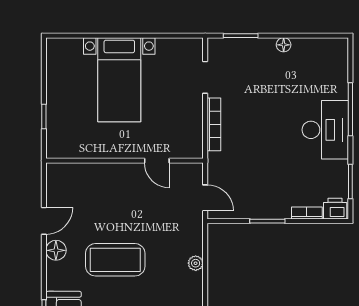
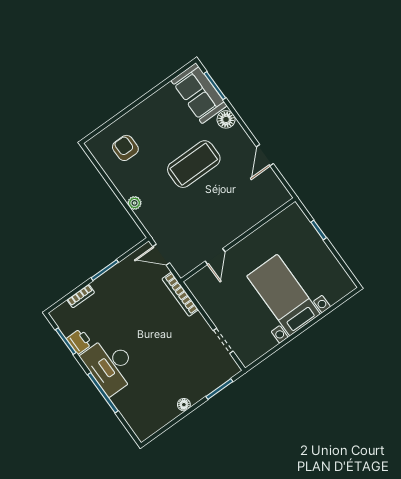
bookcase: (214, 124) -> (180, 294), moved
door: (157, 161) -> (215, 256), swing flipped
printer: (335, 209) -> (79, 341), moved, turned -90
floor lamp: (56, 250) -> (226, 119), moved

